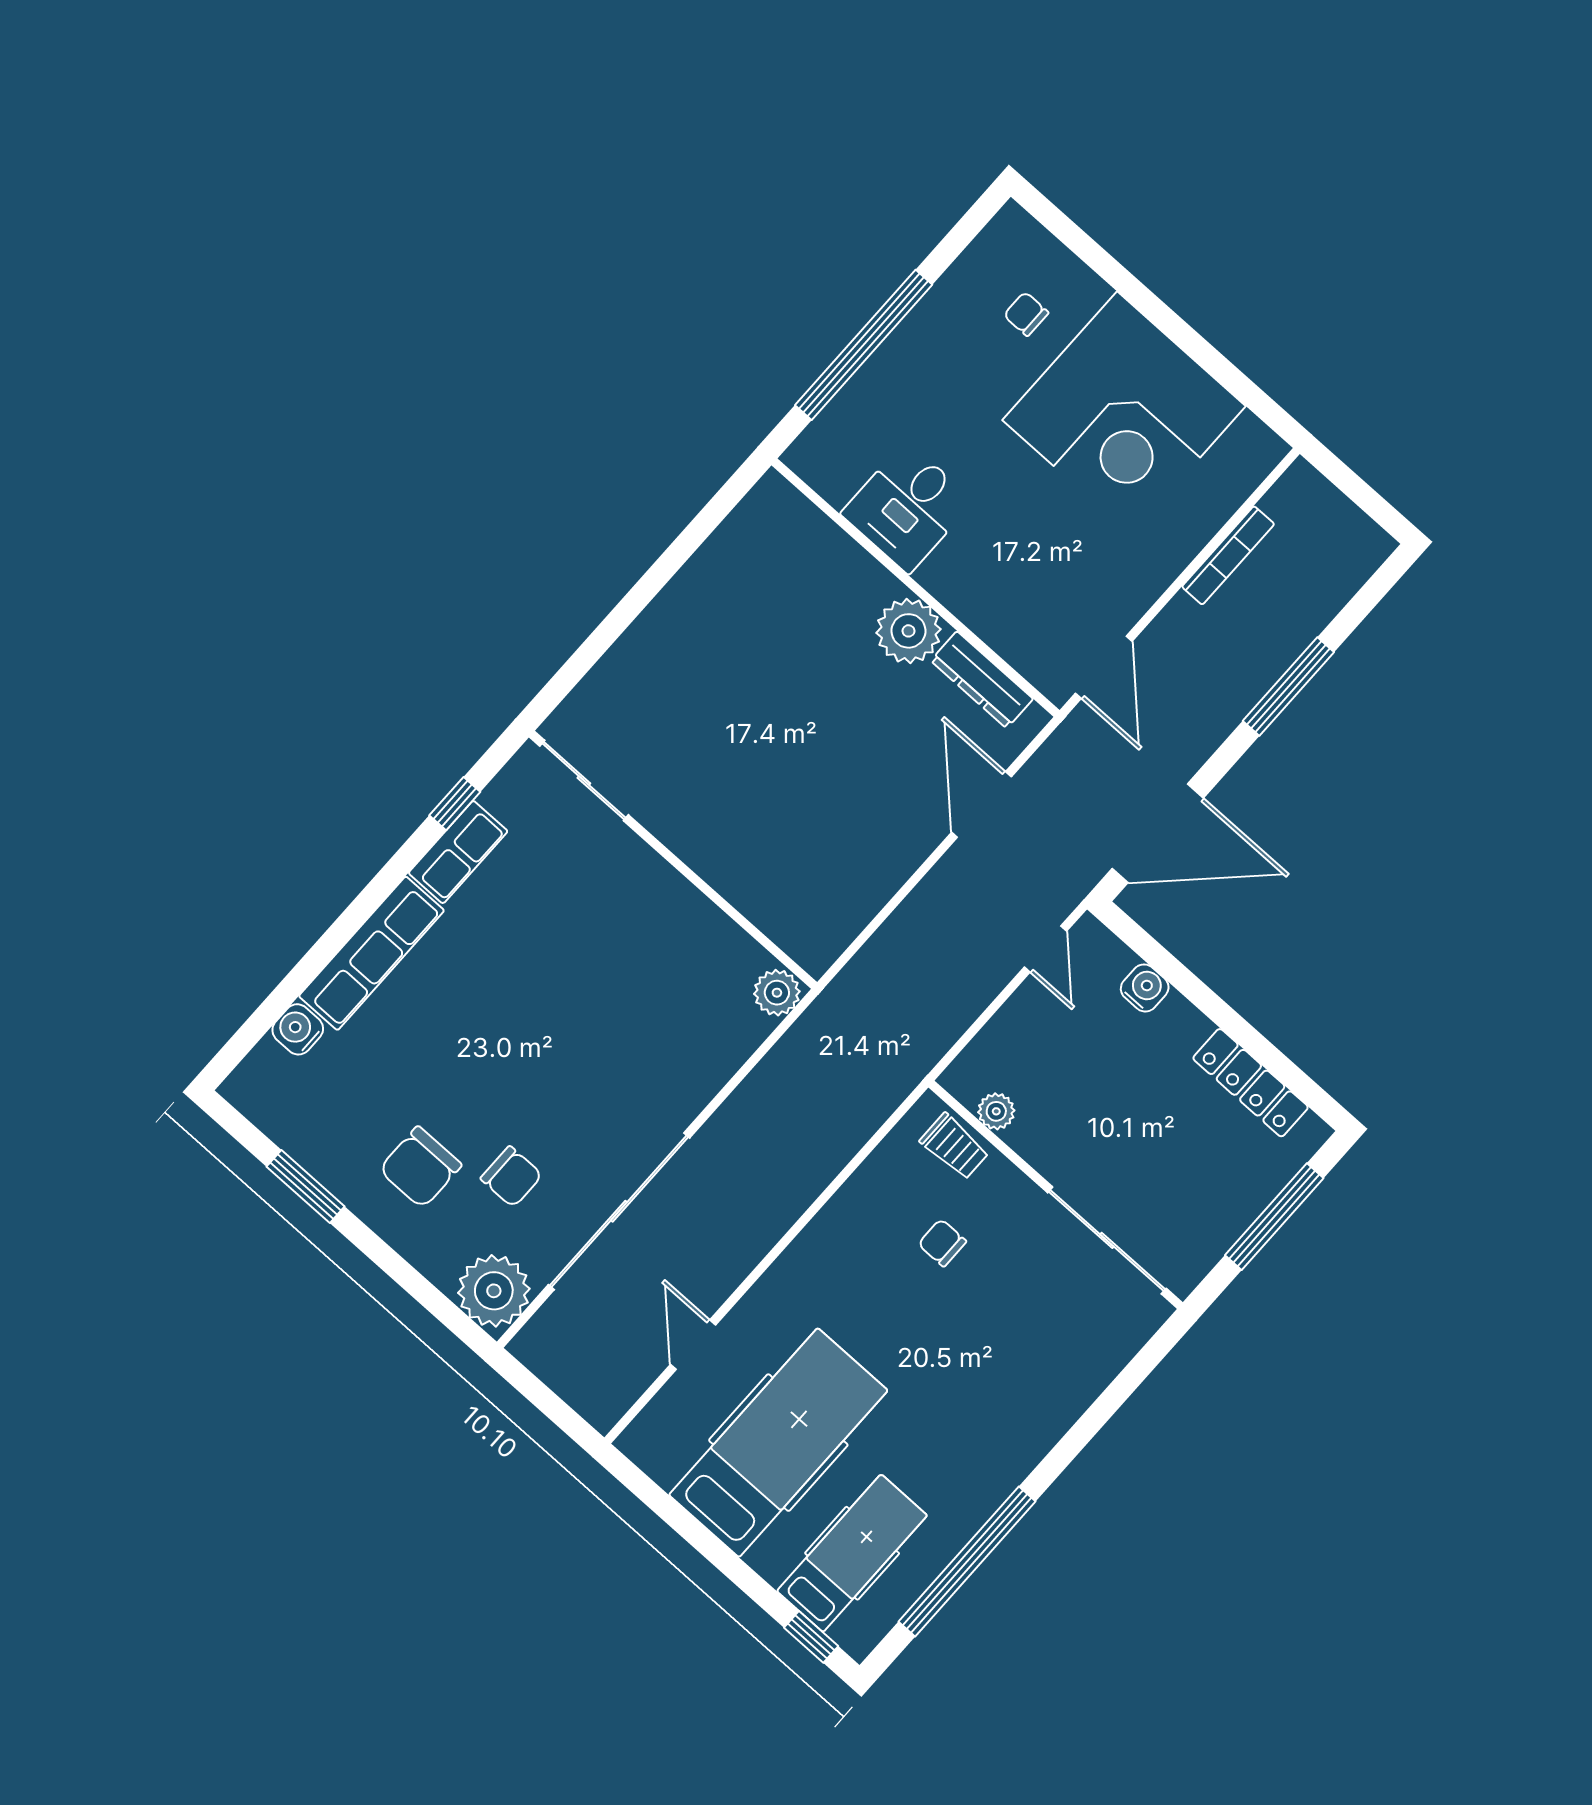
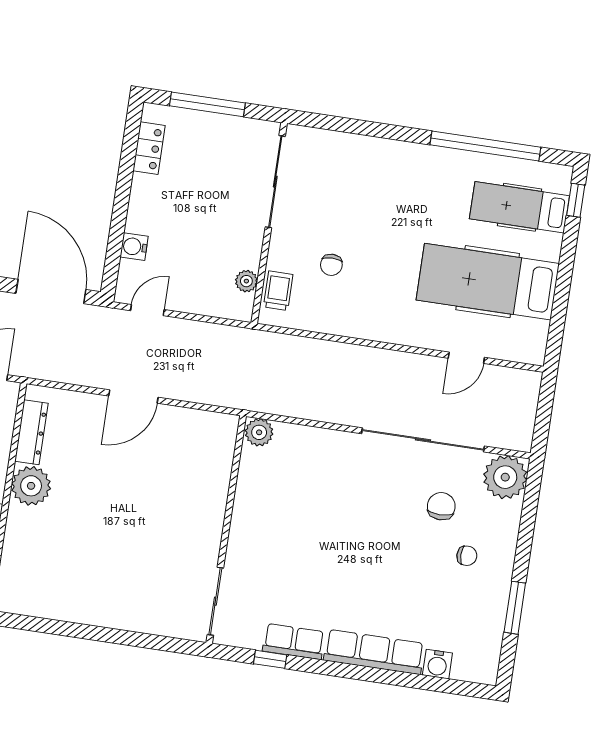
door: (981, 804) -> (133, 397), moved
locker: (1251, 1083) -> (149, 148), width x0.66
chair: (420, 1167) -> (467, 556), width x0.54, depth x0.54

